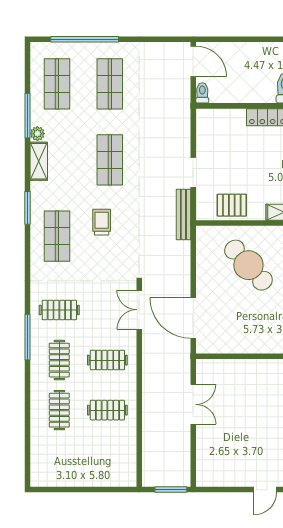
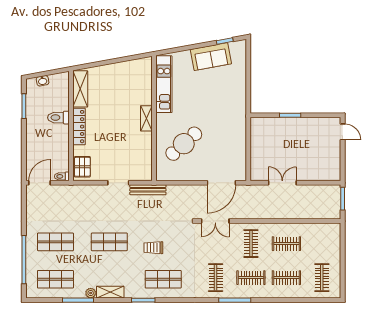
pallet: (232, 205) -> (82, 167), moved
clothes rail: (107, 410) -> (286, 244), turned 90
clothes rail: (59, 460) -> (322, 278), added

